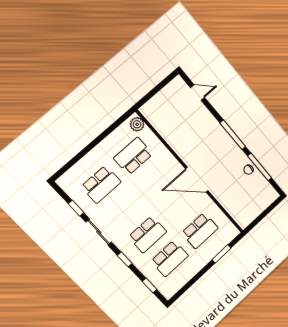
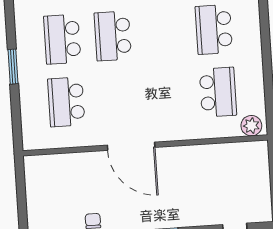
door: (197, 180) -> (131, 146), swing flipped
window: (221, 254) -> (13, 67), moved

